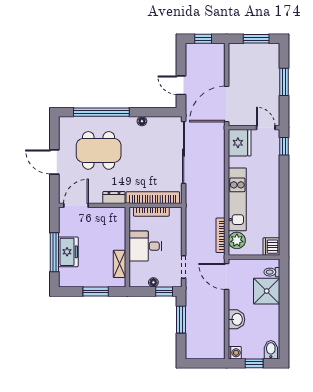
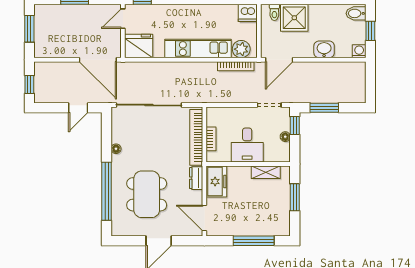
bookcase: (151, 212) -> (211, 139), width x0.64
freezer: (68, 252) -> (216, 181), moved, turned 90

